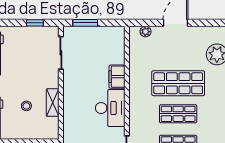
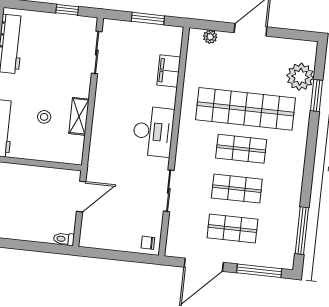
window: (85, 23) -> (148, 19), moved
filing cabinet: (117, 77) -> (169, 71), moved
shop shelf: (178, 83) -> (245, 109), width x1.40

